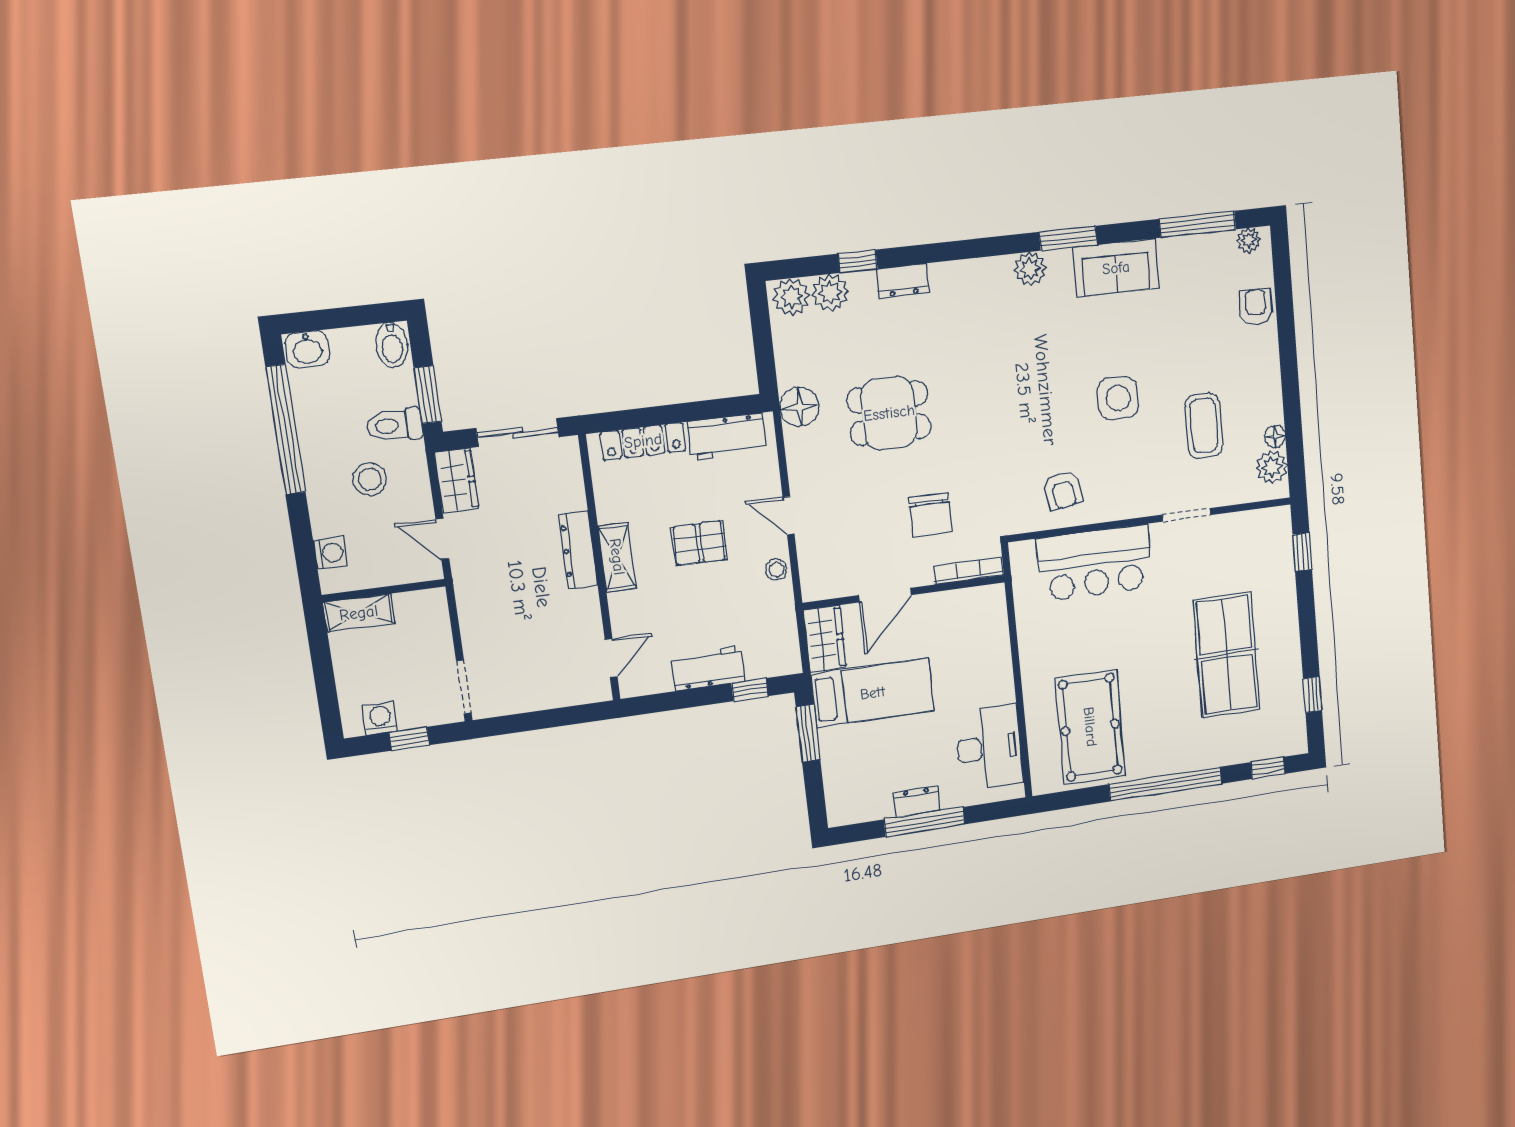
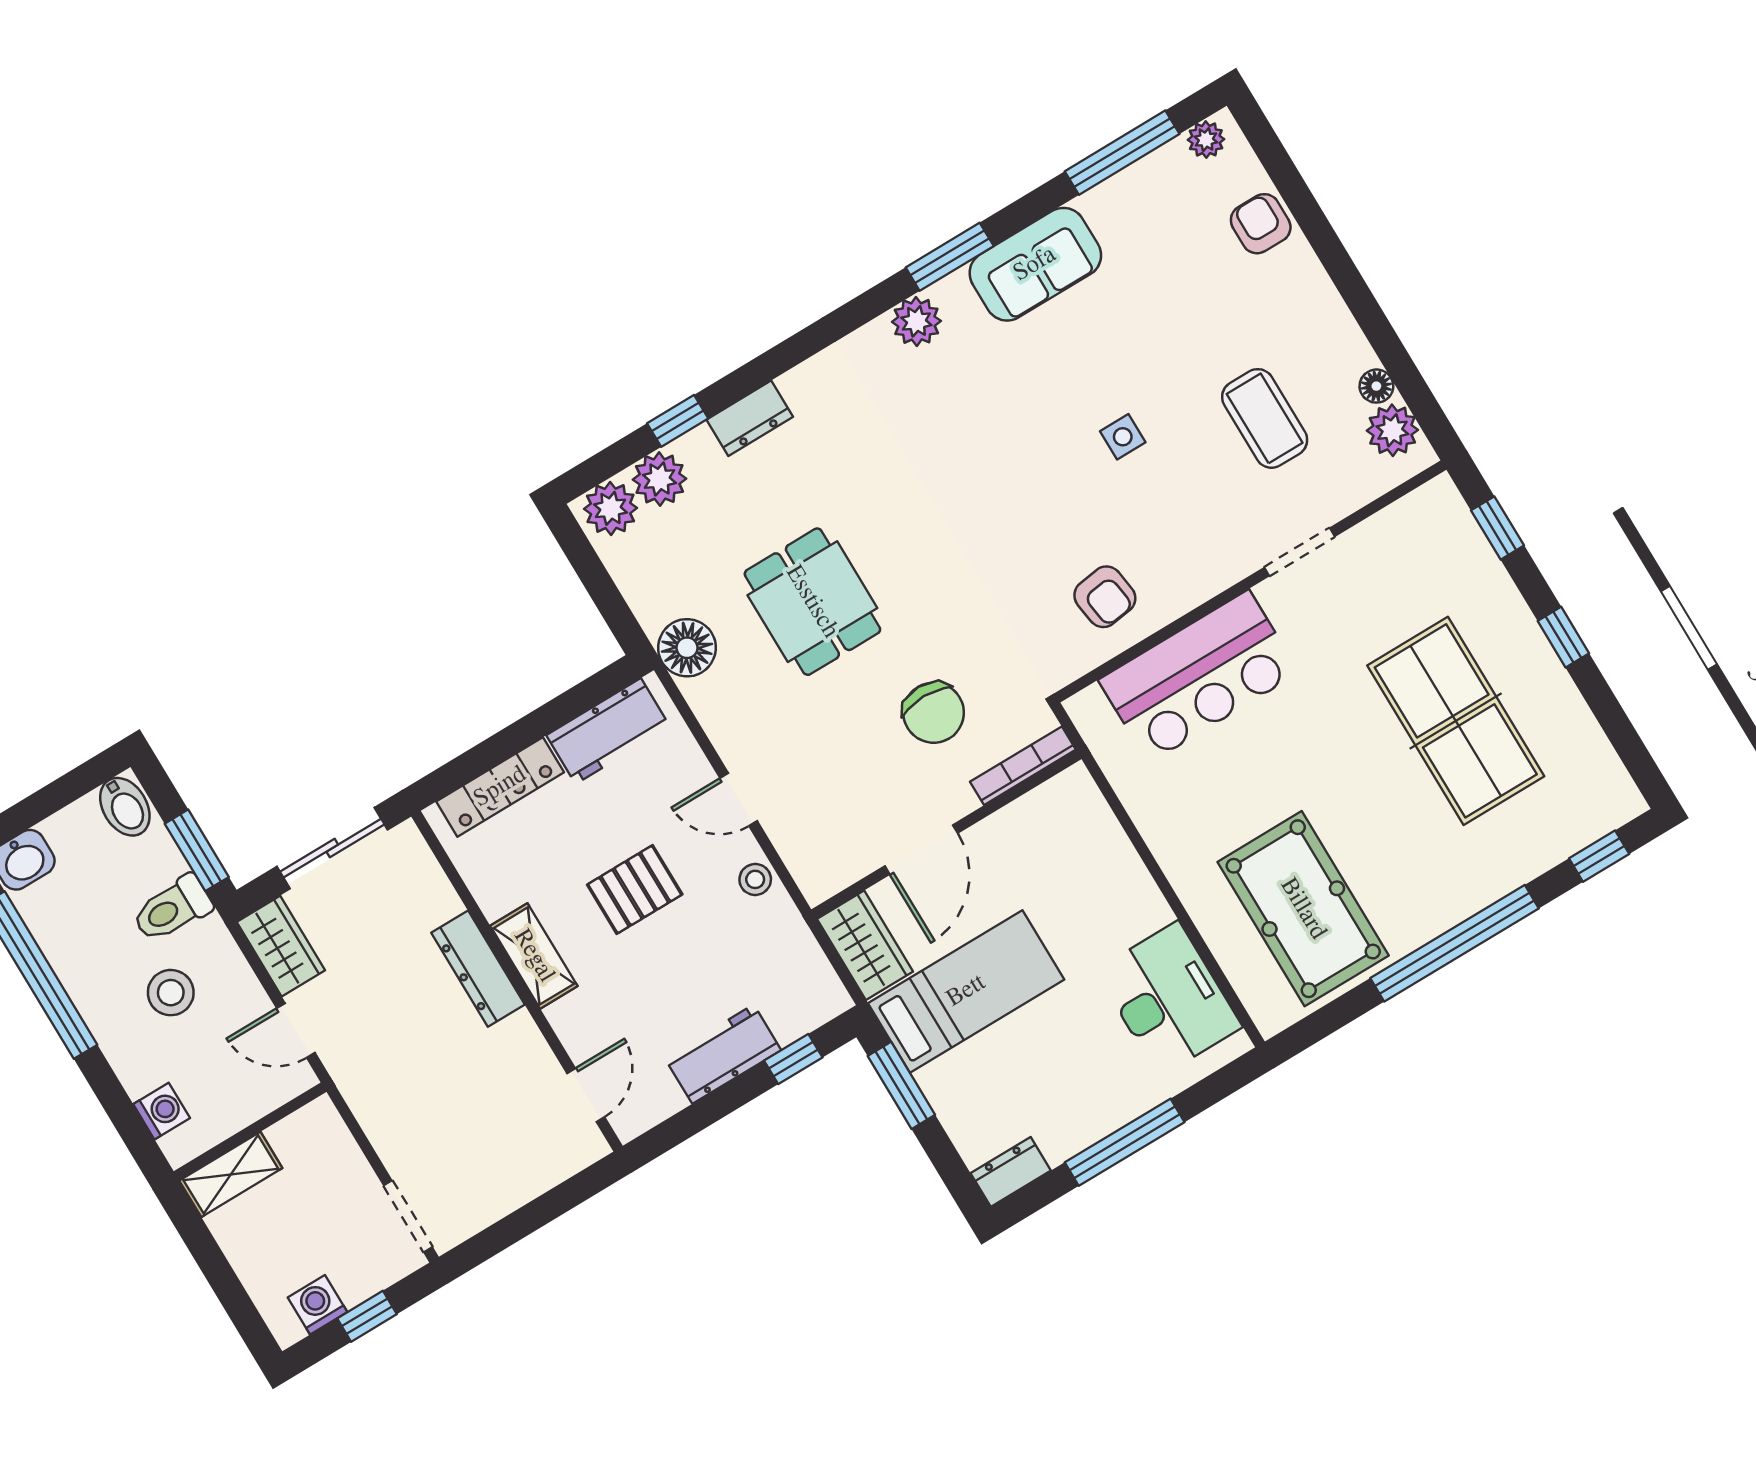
side table: (1118, 398) -> (1123, 437), width x0.54, depth x0.54
dining table: (889, 413) -> (812, 602), turned 90
window: (1313, 695) -> (1563, 637), moved
dresser: (917, 802) -> (1011, 1172), moved

